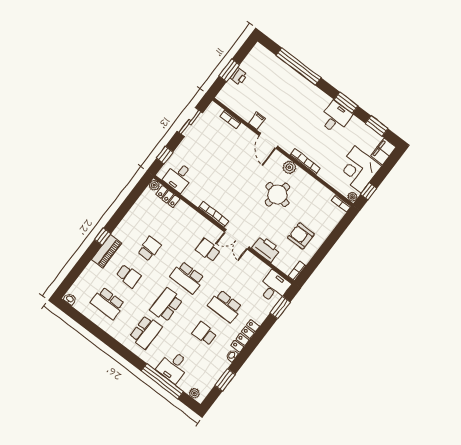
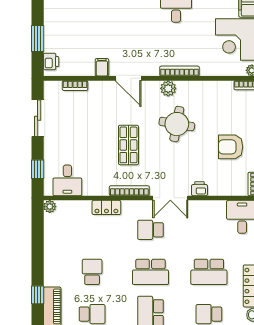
printer: (239, 76) -> (51, 62), moved
shop shelf: (236, 184) -> (128, 145), added
locker: (168, 197) -> (106, 207), moved
printer: (266, 249) -> (199, 189), width x0.53, depth x0.68

